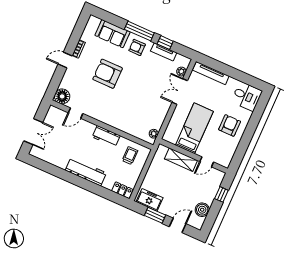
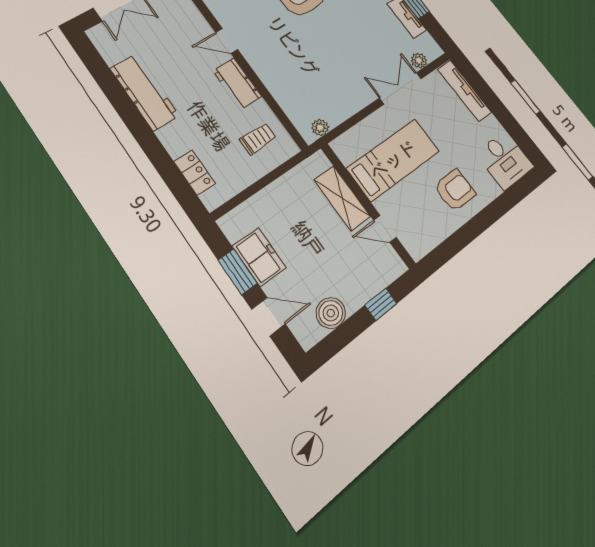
door: (76, 113) -> (227, 41), moved
workbench: (86, 172) -> (144, 92), moved
locker: (122, 190) -> (194, 172), moved
freezer: (149, 200) -> (259, 257), moved

